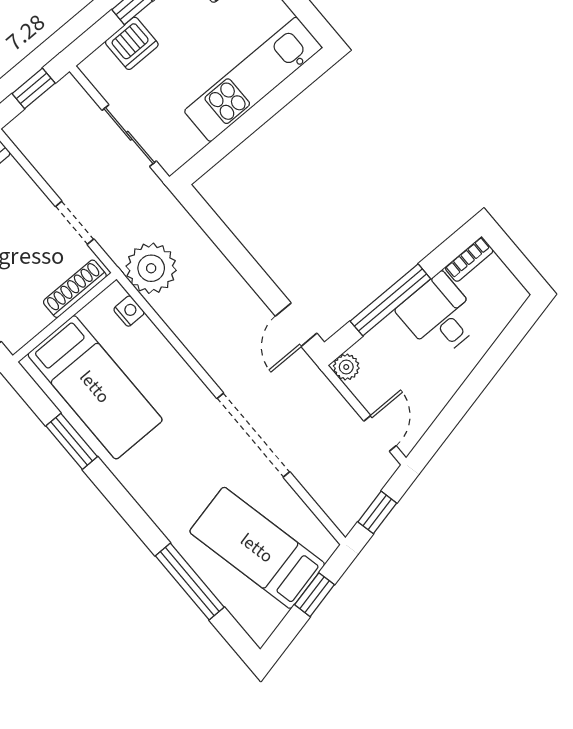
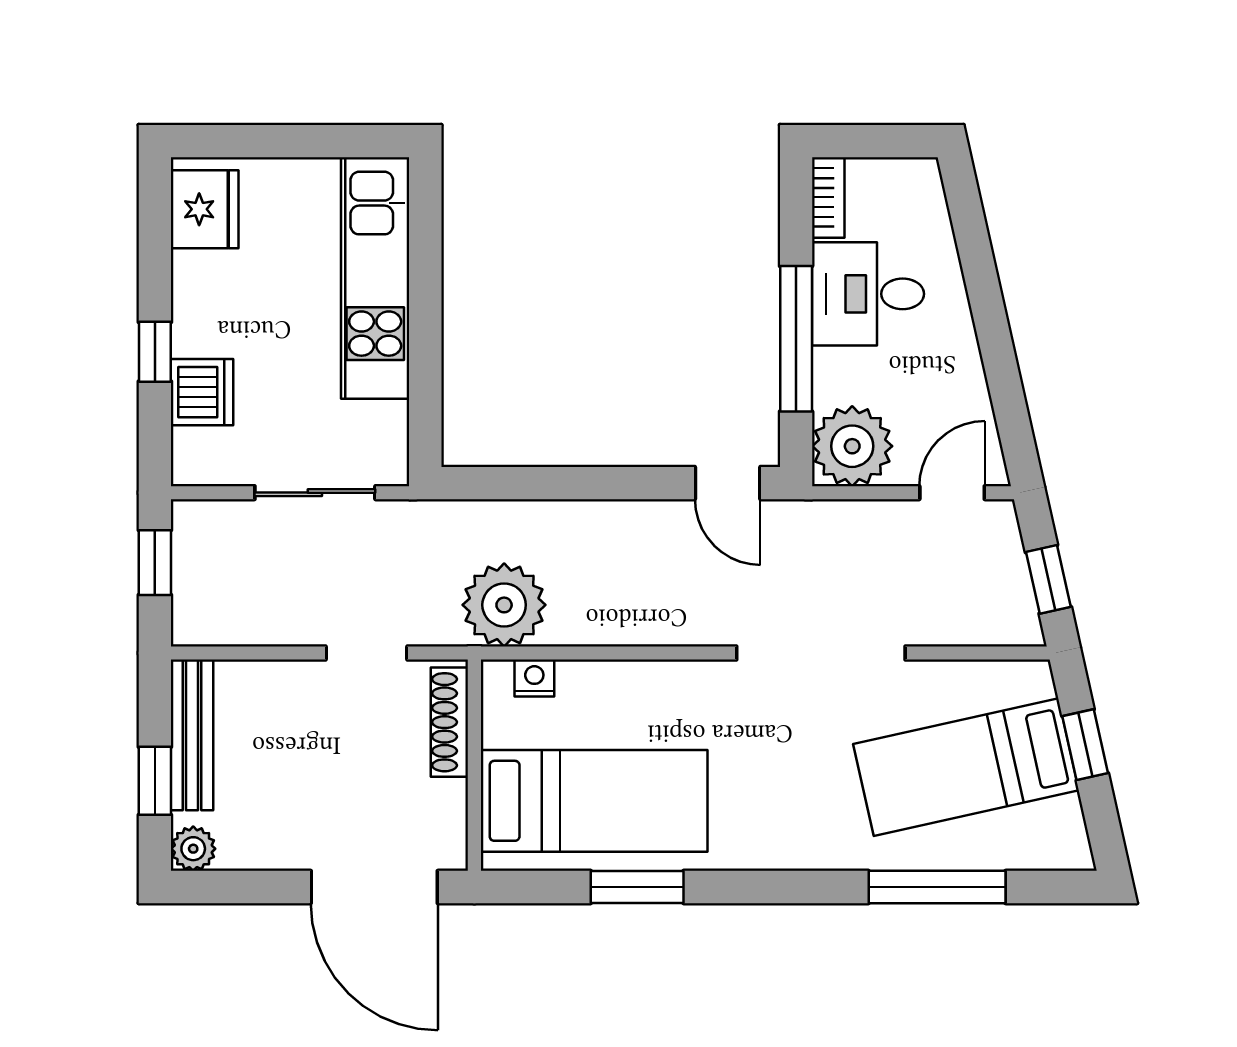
plant: (346, 367) -> (852, 446), width x1.88, depth x1.88
door: (380, 433) -> (952, 493), hinge flipped

